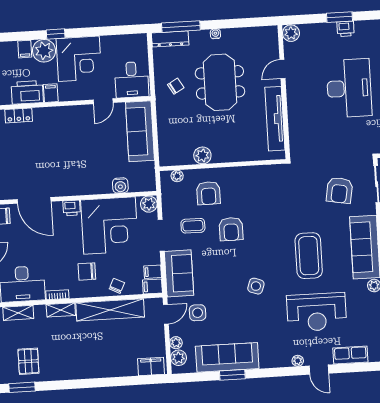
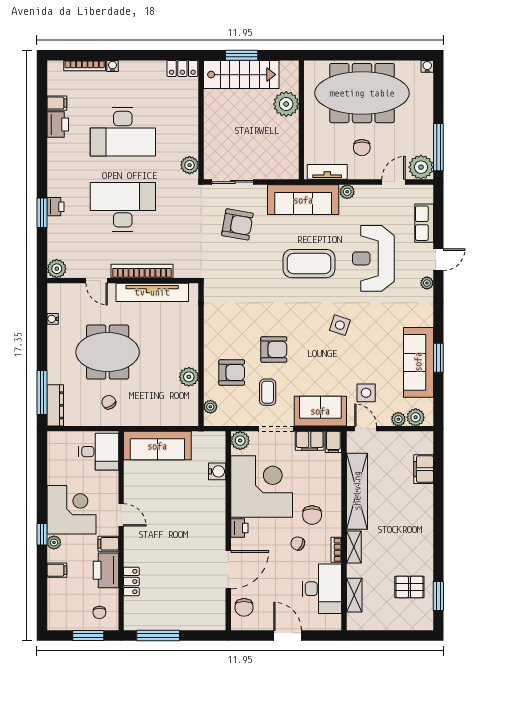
water cooler: (215, 34) -> (53, 319), moved
plant: (44, 51) -> (54, 542), width x0.53, depth x0.53
door: (103, 101) -> (121, 515), moved
bookcase: (293, 109) -> (142, 271), added
filing cabinet: (153, 272) -> (310, 441), width x2.00
chair: (117, 286) -> (298, 543), moved
reception desk: (317, 312) -> (373, 258), turned 180
filing cabinet: (151, 366) -> (424, 469), moved

